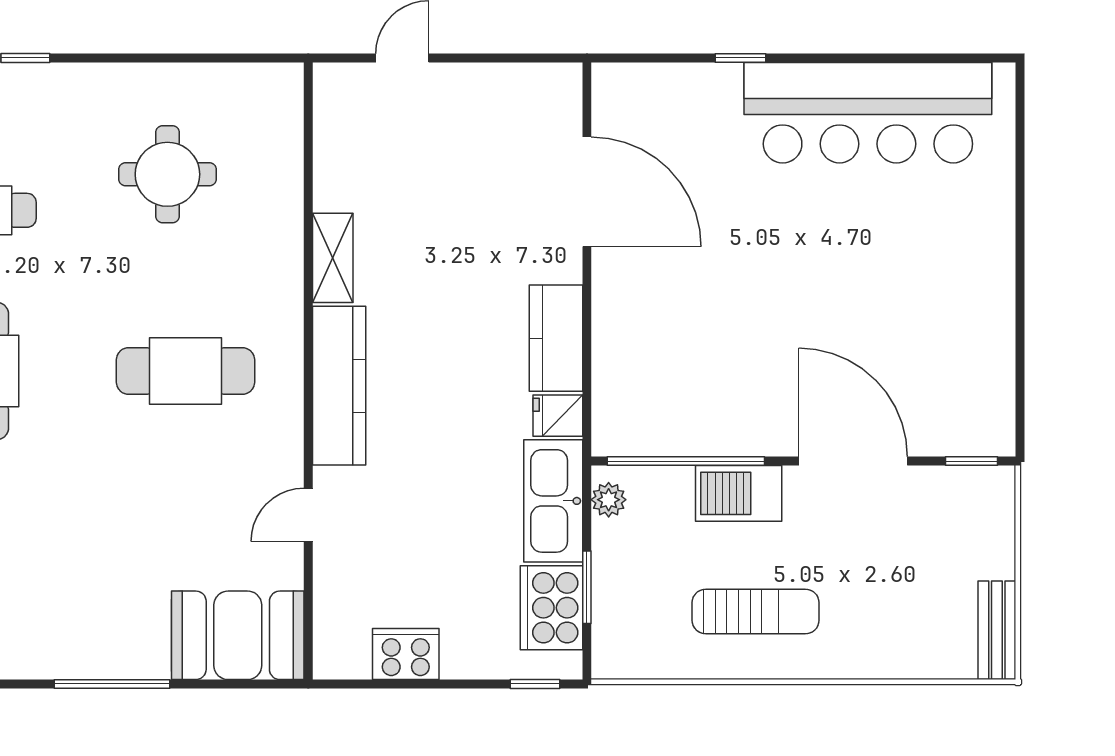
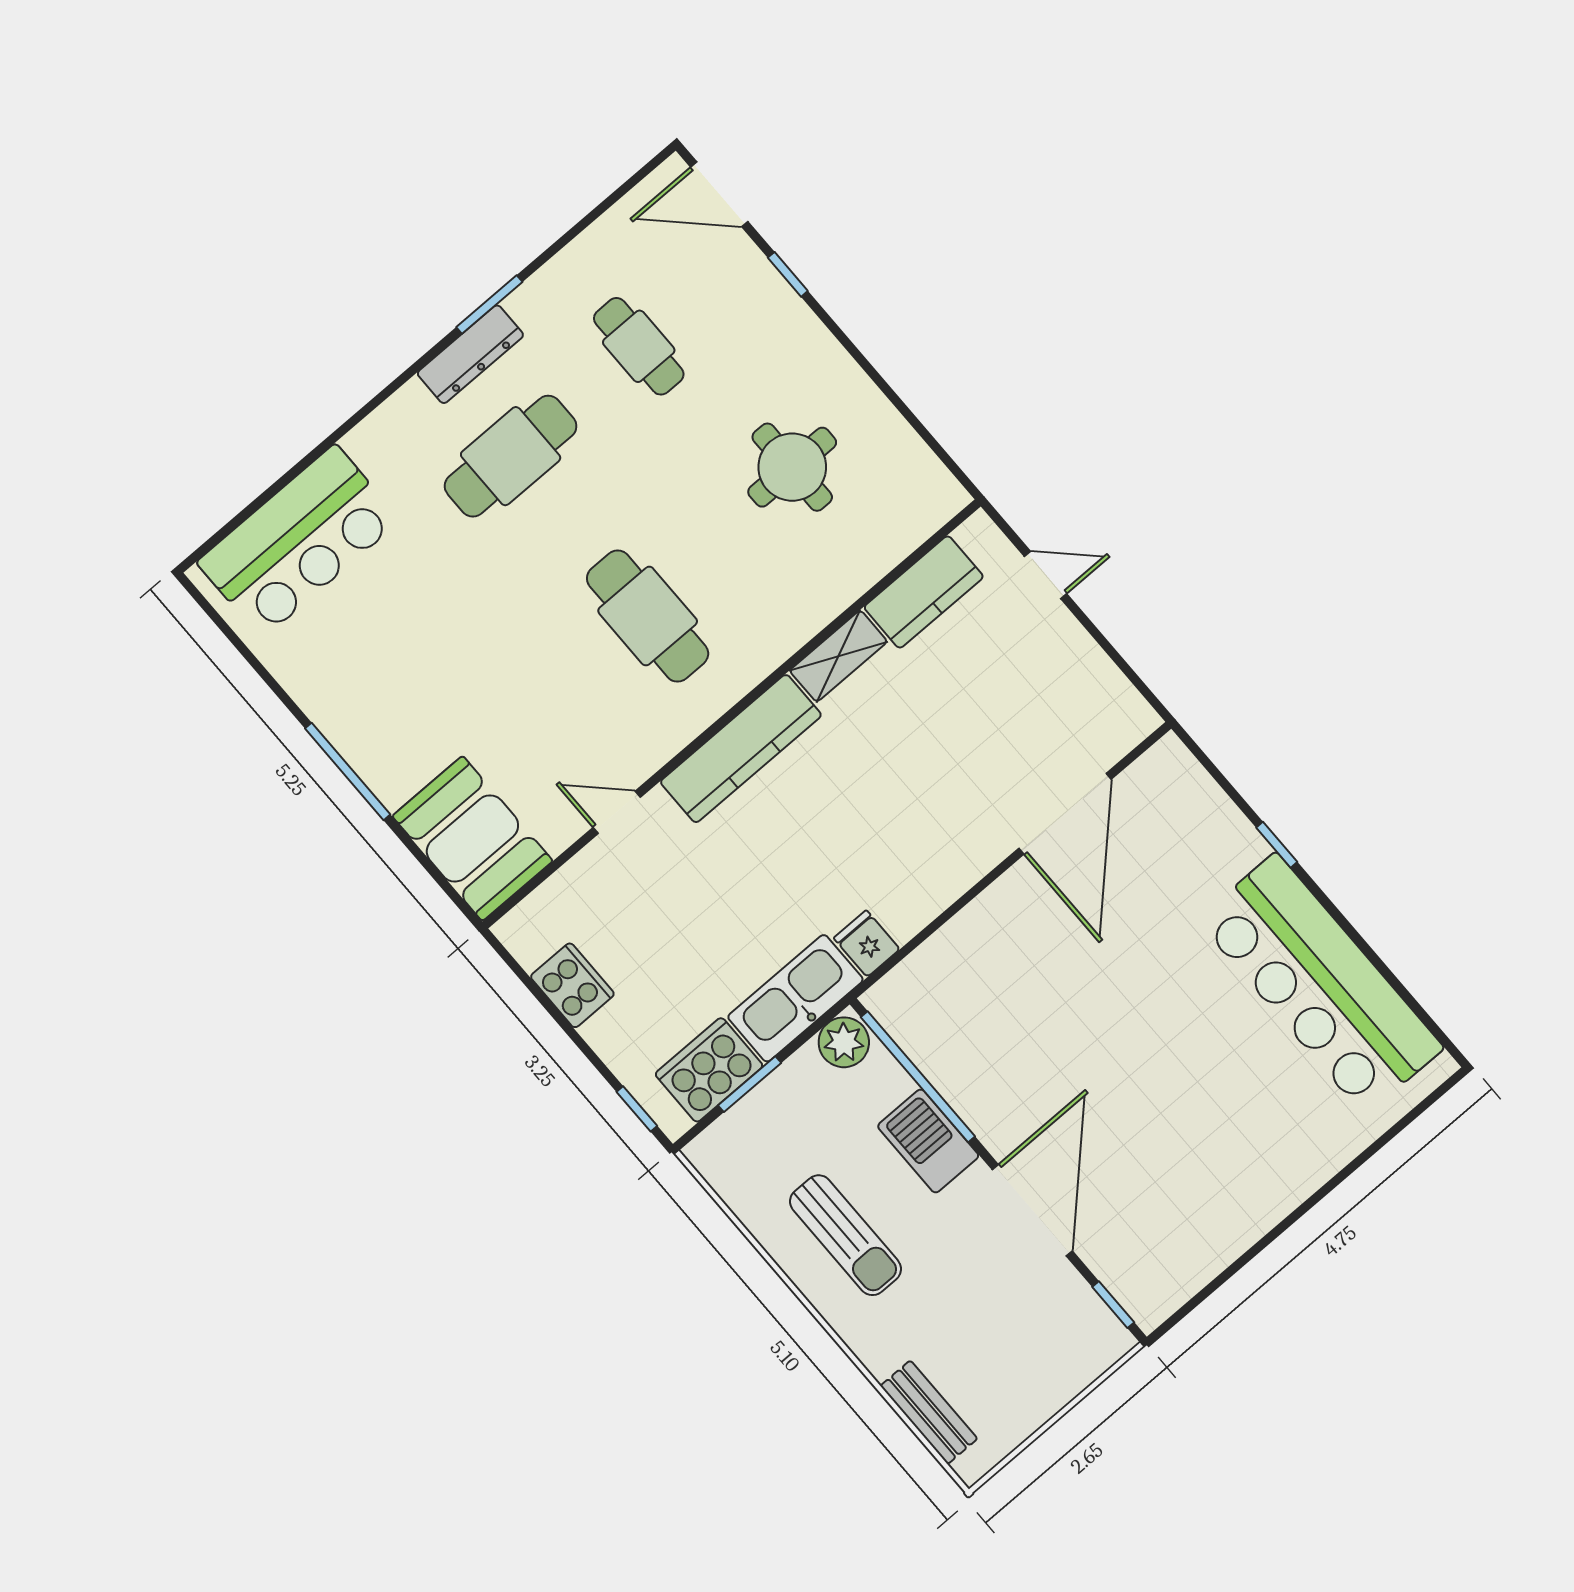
kitchen counter: (556, 338) -> (924, 592), moved, turned 180
plant: (609, 500) -> (844, 1042), width x1.38, depth x1.38
bench: (997, 630) -> (929, 1412), moved, turned 90

